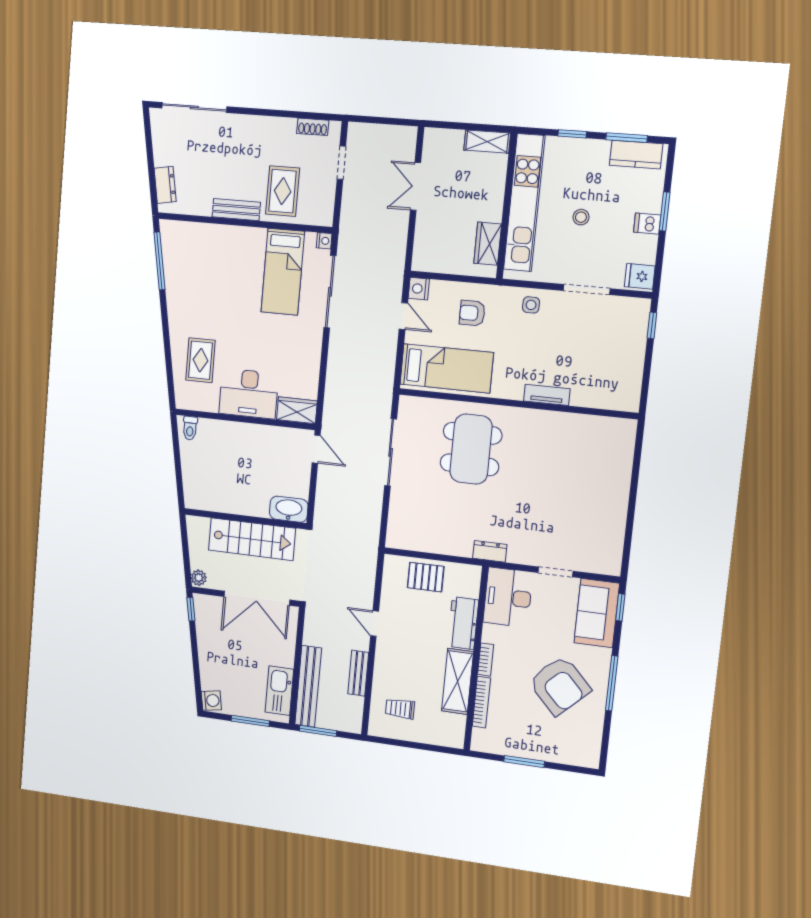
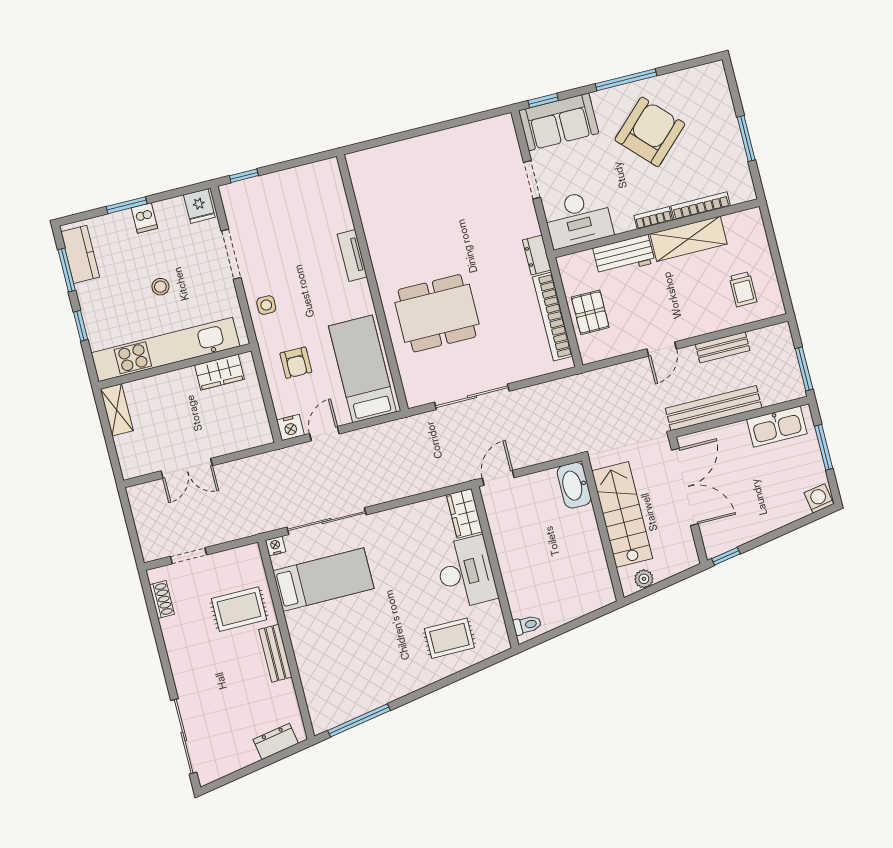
bookcase: (433, 545) -> (553, 317), added
plant: (199, 578) -> (644, 579), moved
bench: (308, 686) -> (714, 408), moved

